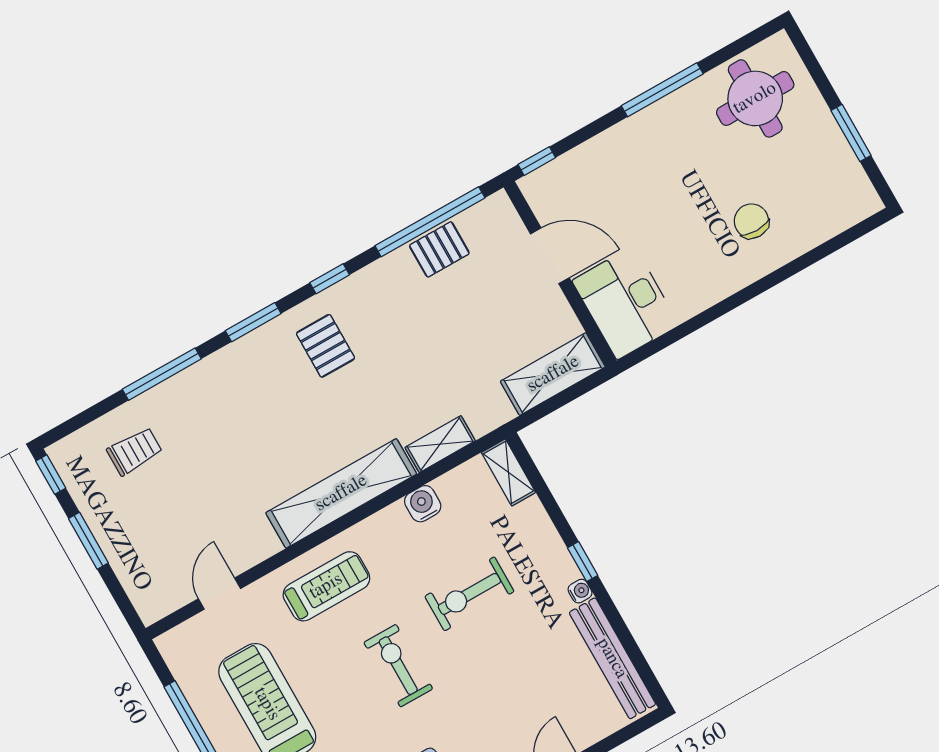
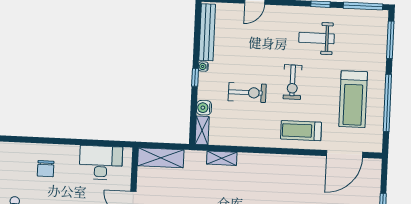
desk: (625, 303) -> (101, 163), moved, turned -90
shelving: (341, 493) -> (272, 163), removed
water cooler: (423, 504) -> (204, 108), moved, turned 90
door: (219, 594) -> (345, 154), width x1.88

